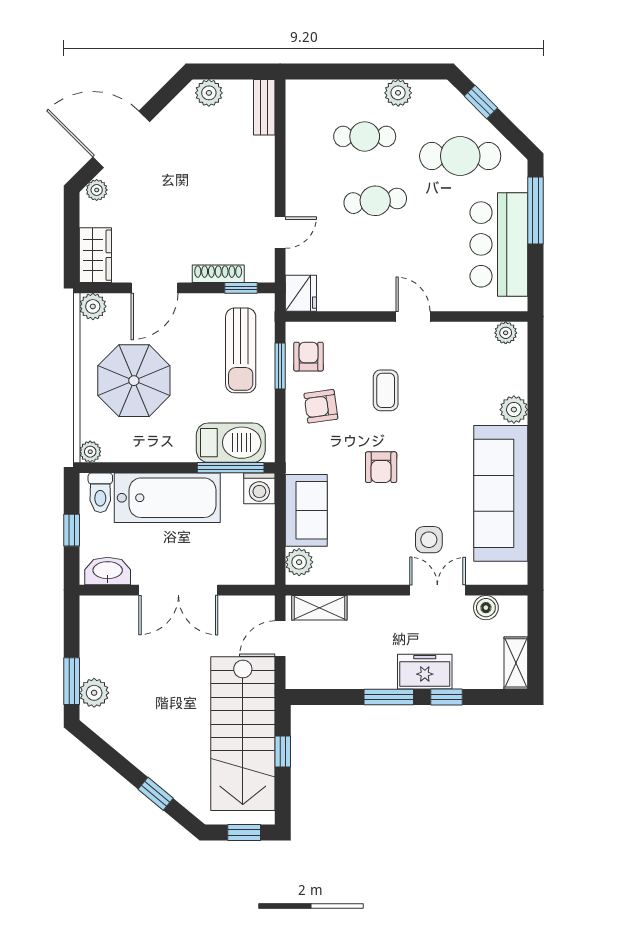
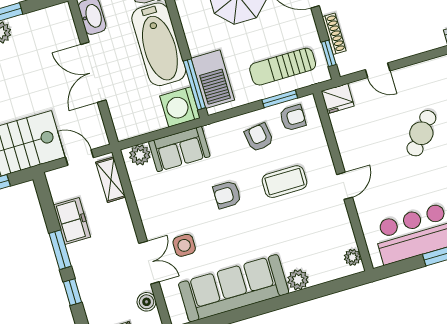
cafe table: (375, 201) -> (421, 133), turned 45
coffee table: (386, 390) -> (284, 182), width x1.36, depth x1.30
washing machine: (259, 488) -> (180, 107), width x1.37, depth x1.37
freezer: (425, 672) -> (72, 221), moved

